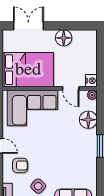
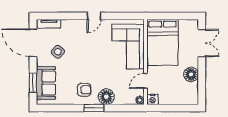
floor lamp: (88, 120) -> (106, 97), moved
armchair: (20, 166) -> (84, 90), moved, turned -90

